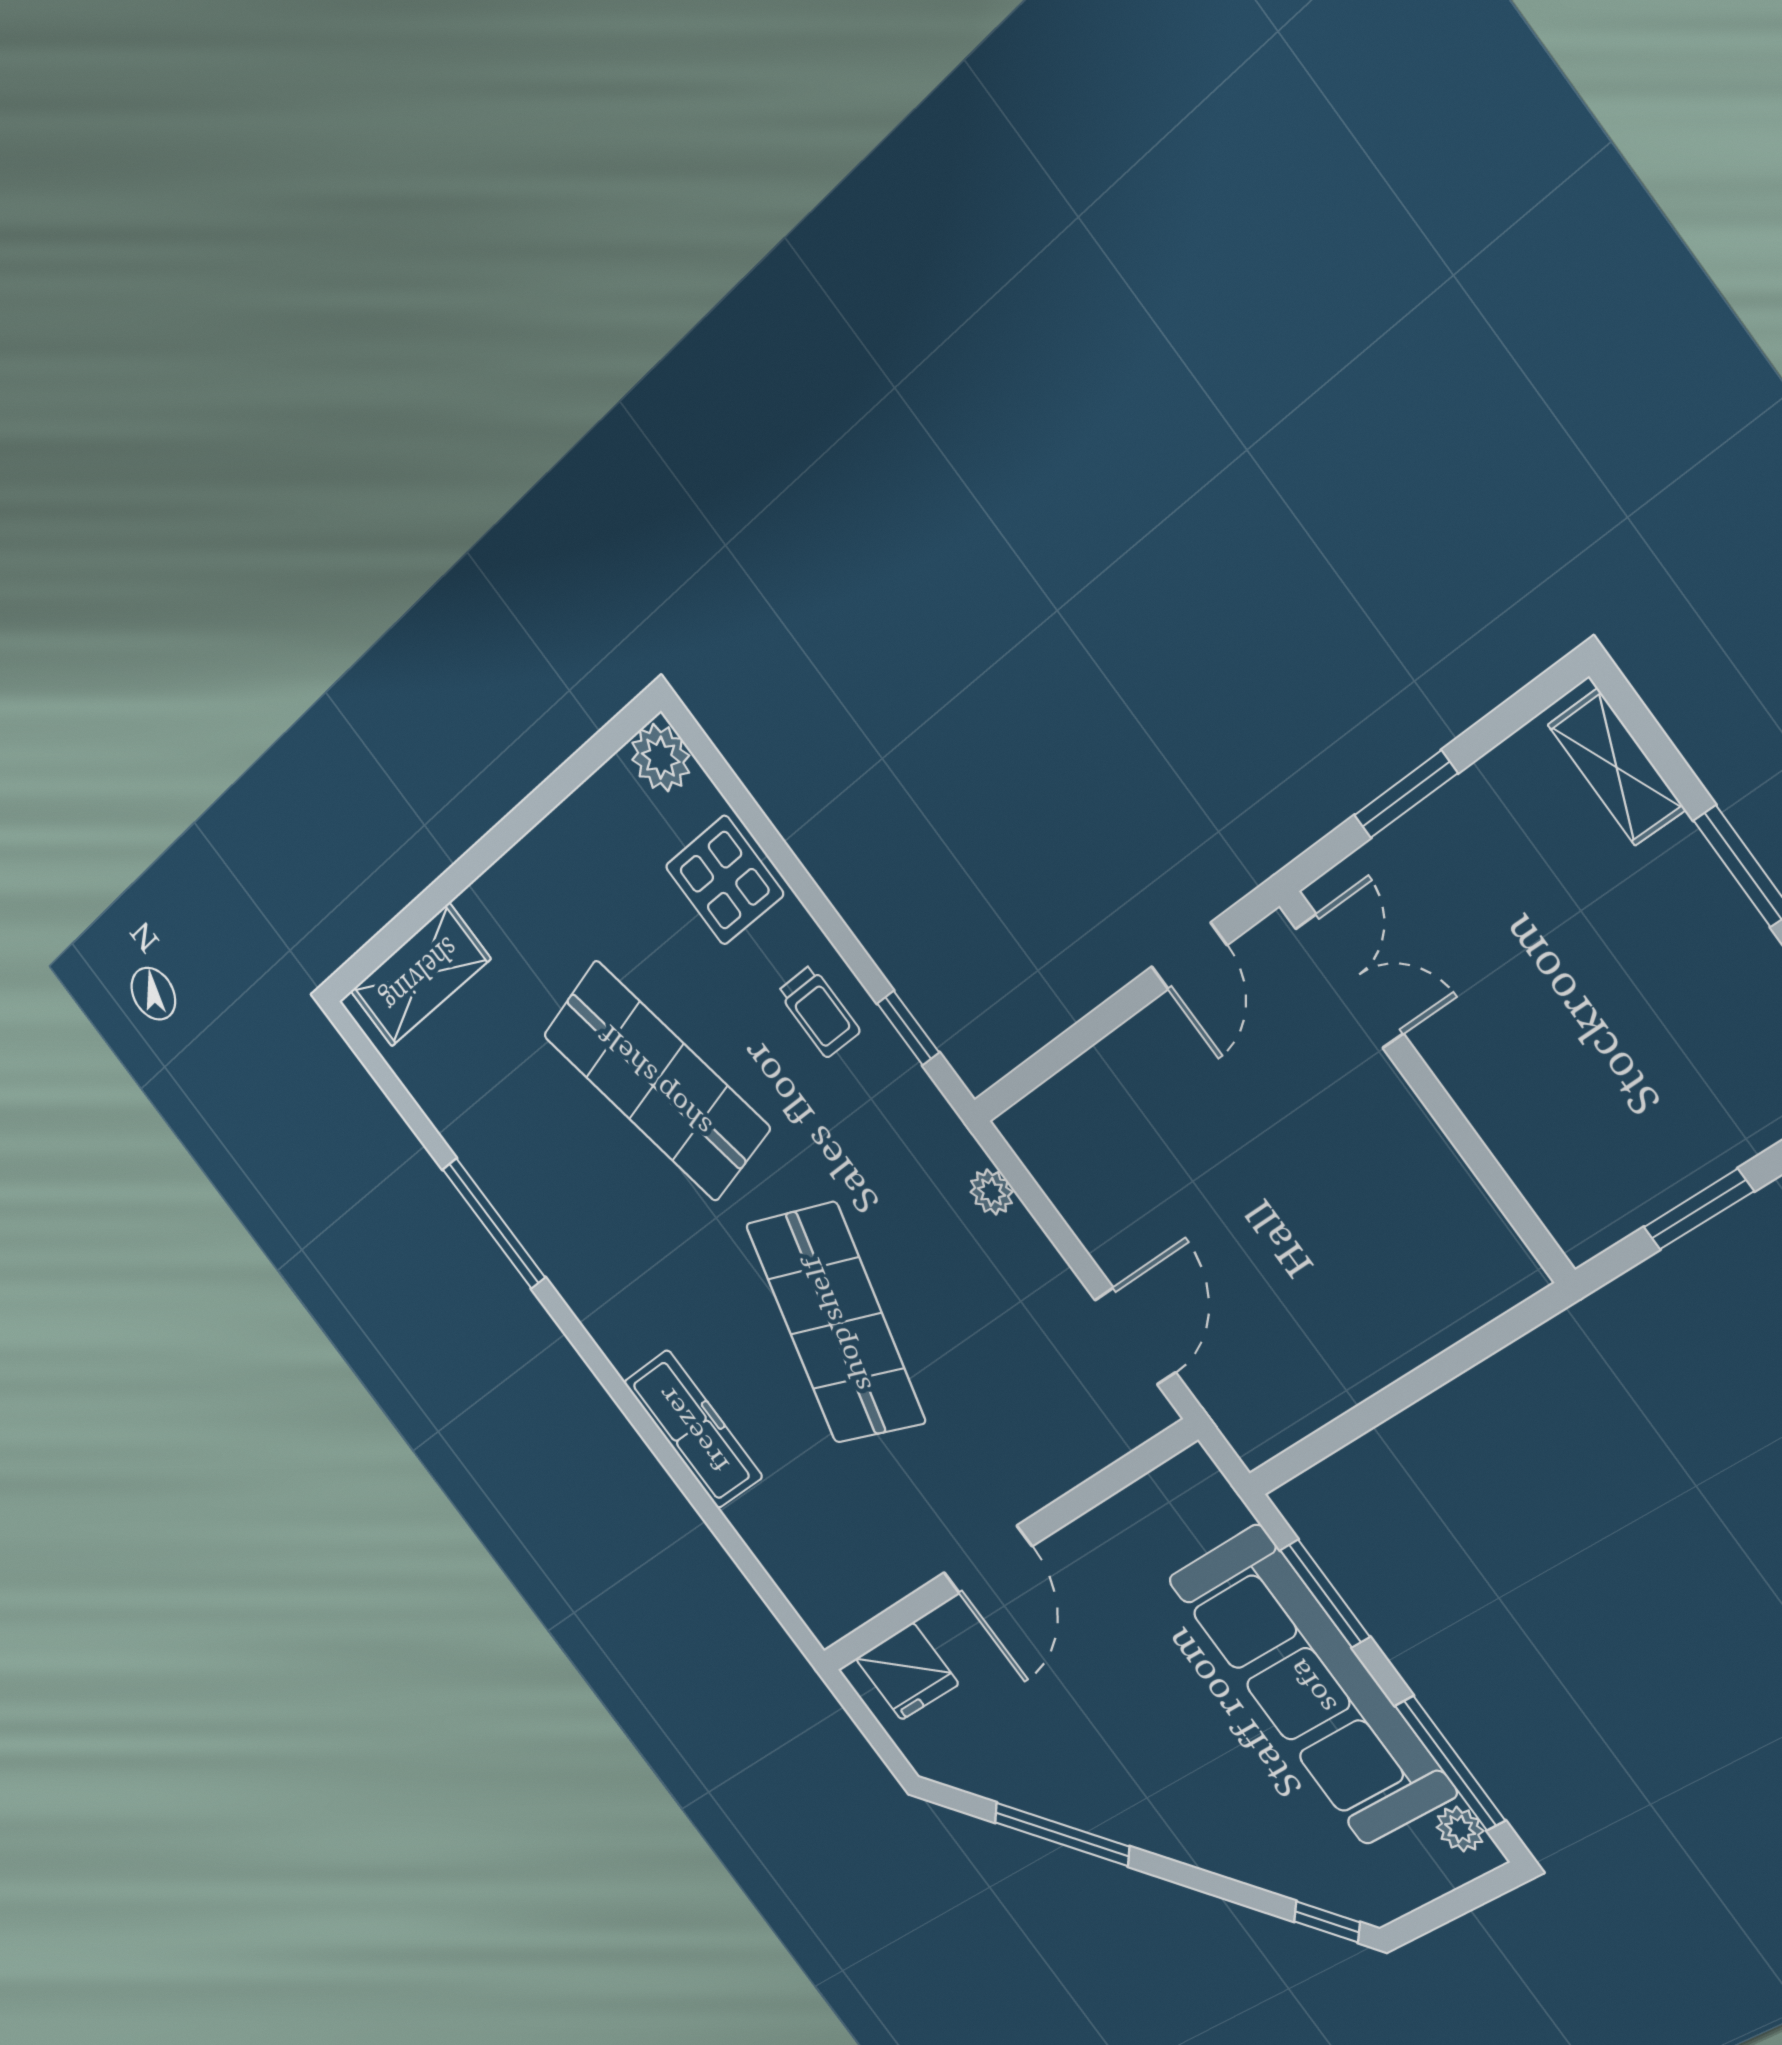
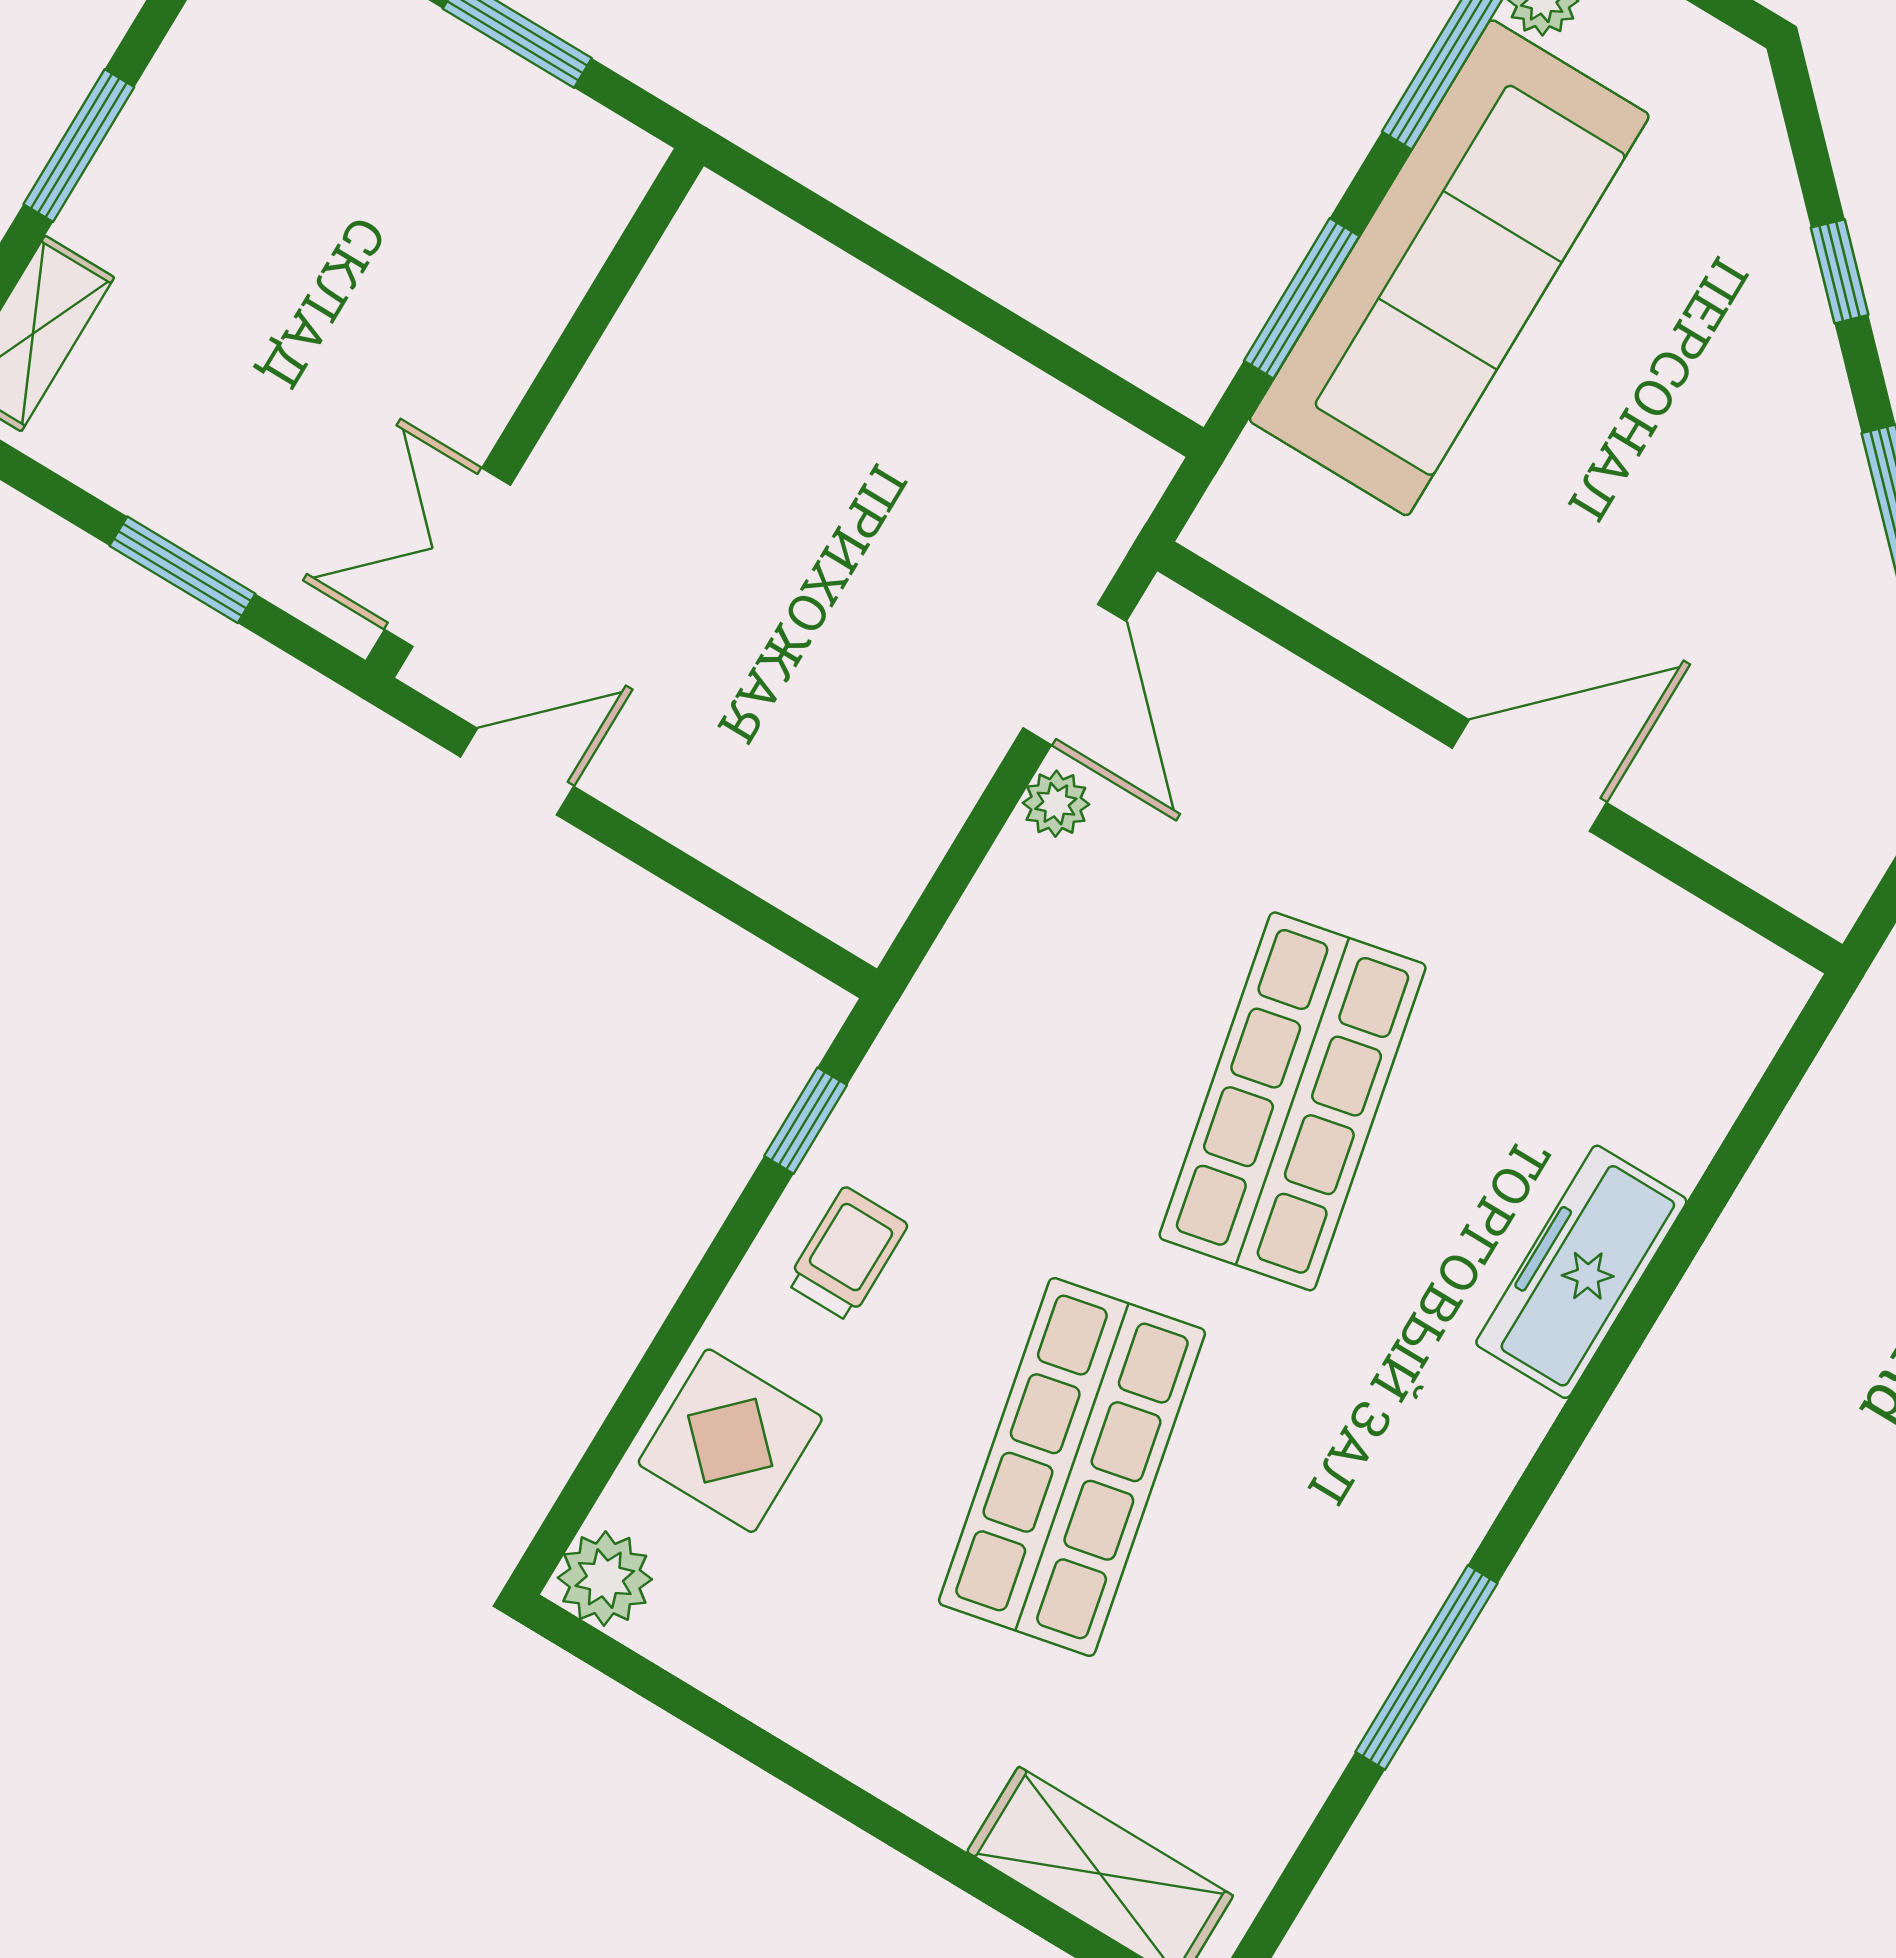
plant: (991, 1192) -> (1056, 804), moved
shop shelf: (836, 1324) -> (1293, 1101), turned -30
door: (1135, 1336) -> (1075, 675), swing flipped
fridge: (907, 1671) -> (1781, 840), removed
window: (1327, 1922) -> (1840, 271), moved

